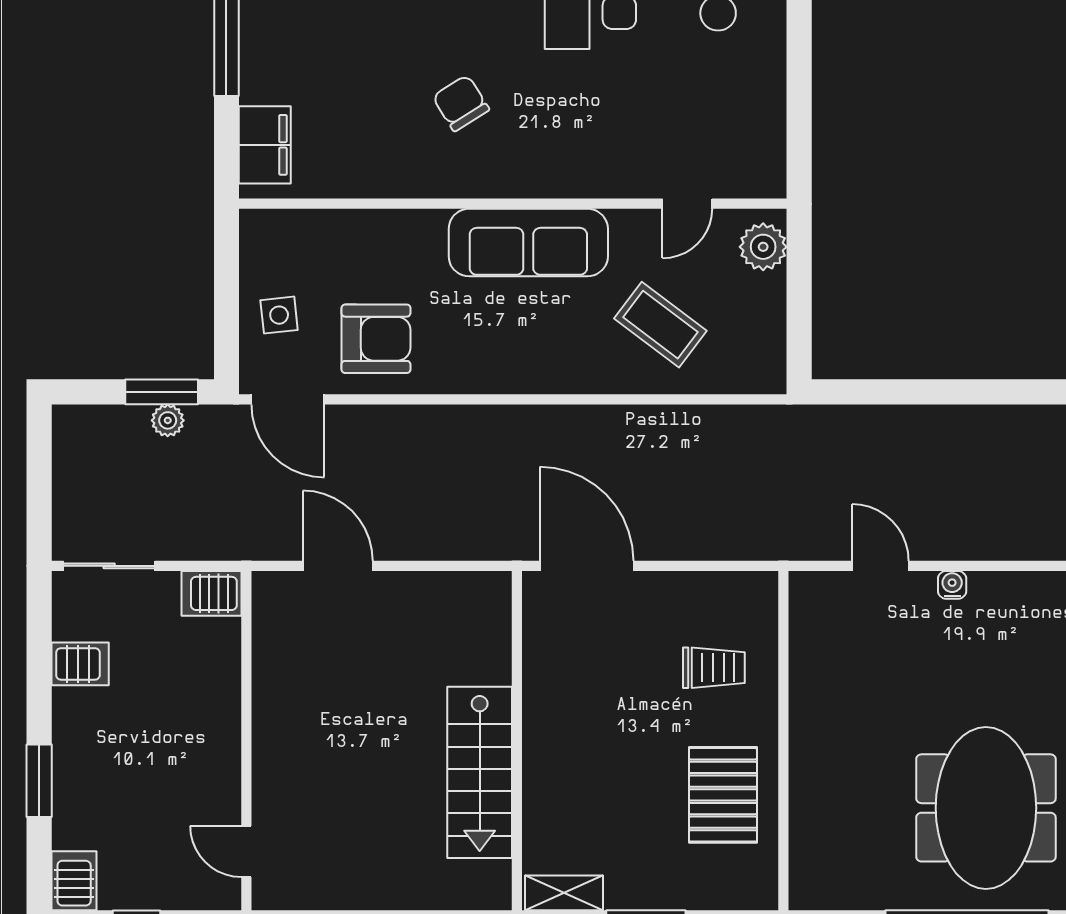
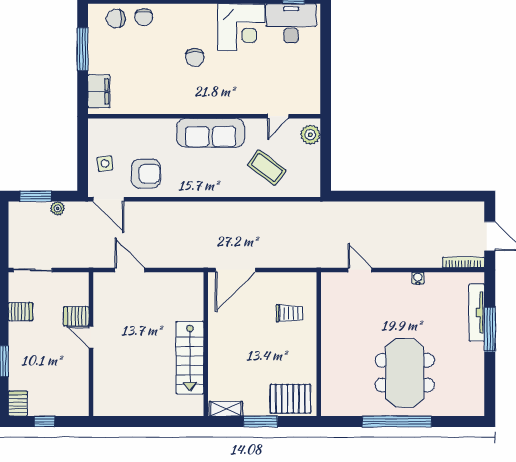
chair: (461, 103) -> (195, 57), moved, turned -151
window: (162, 392) -> (35, 196), moved
door: (587, 566) -> (235, 270), swing flipped
water cooler: (952, 585) -> (418, 278), moved
server rack: (211, 593) -> (76, 316), moved
pallet: (723, 795) -> (290, 399), moved, turned 90
door: (246, 852) -> (91, 337), moved

